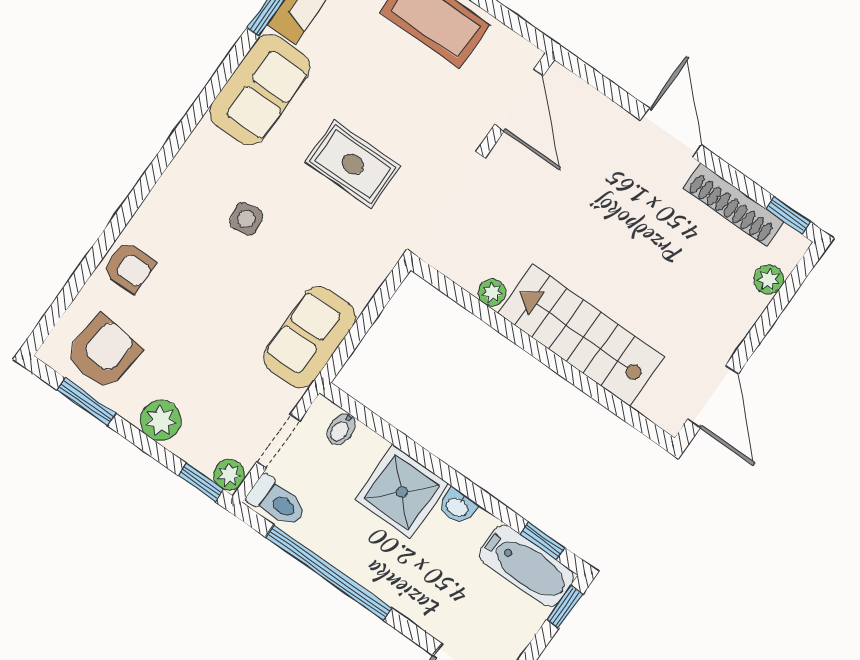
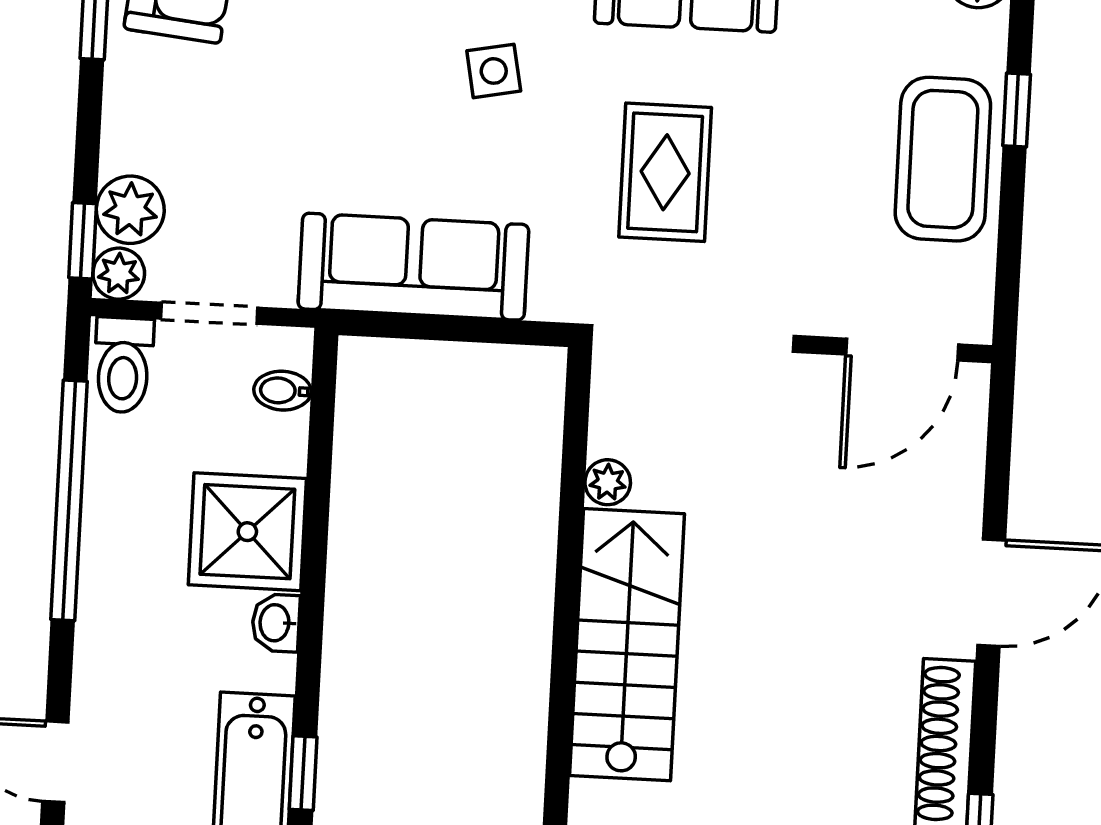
sofa: (310, 337) -> (413, 267), width x1.36
plant: (161, 420) -> (130, 210), moved

